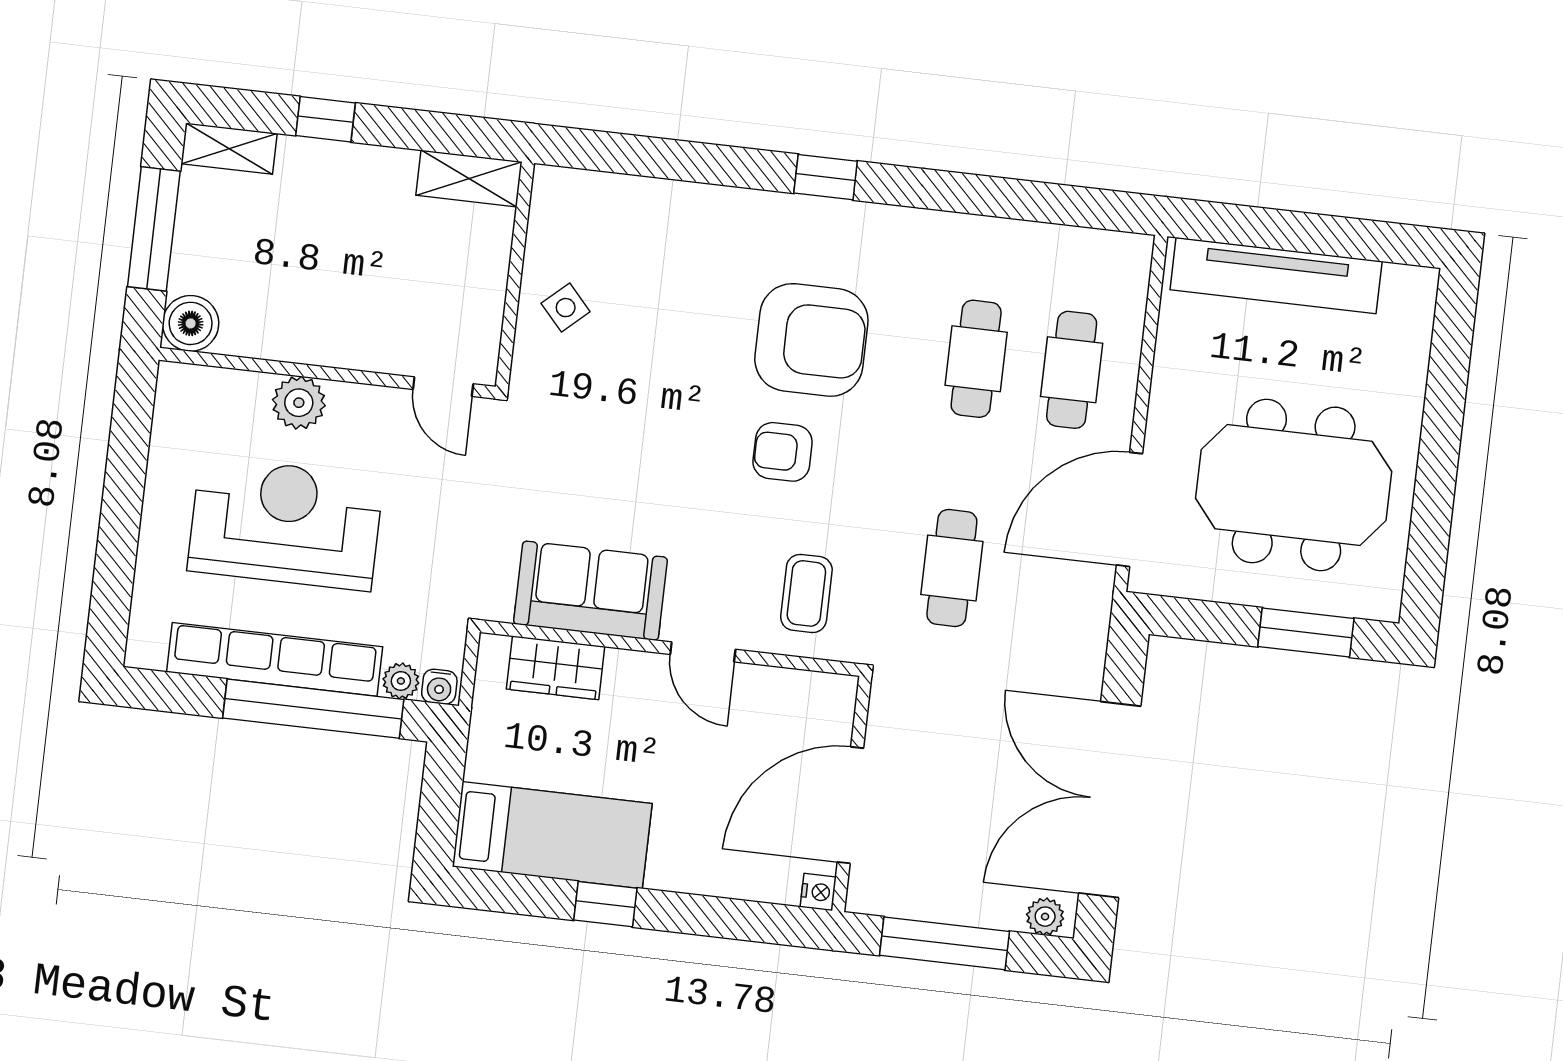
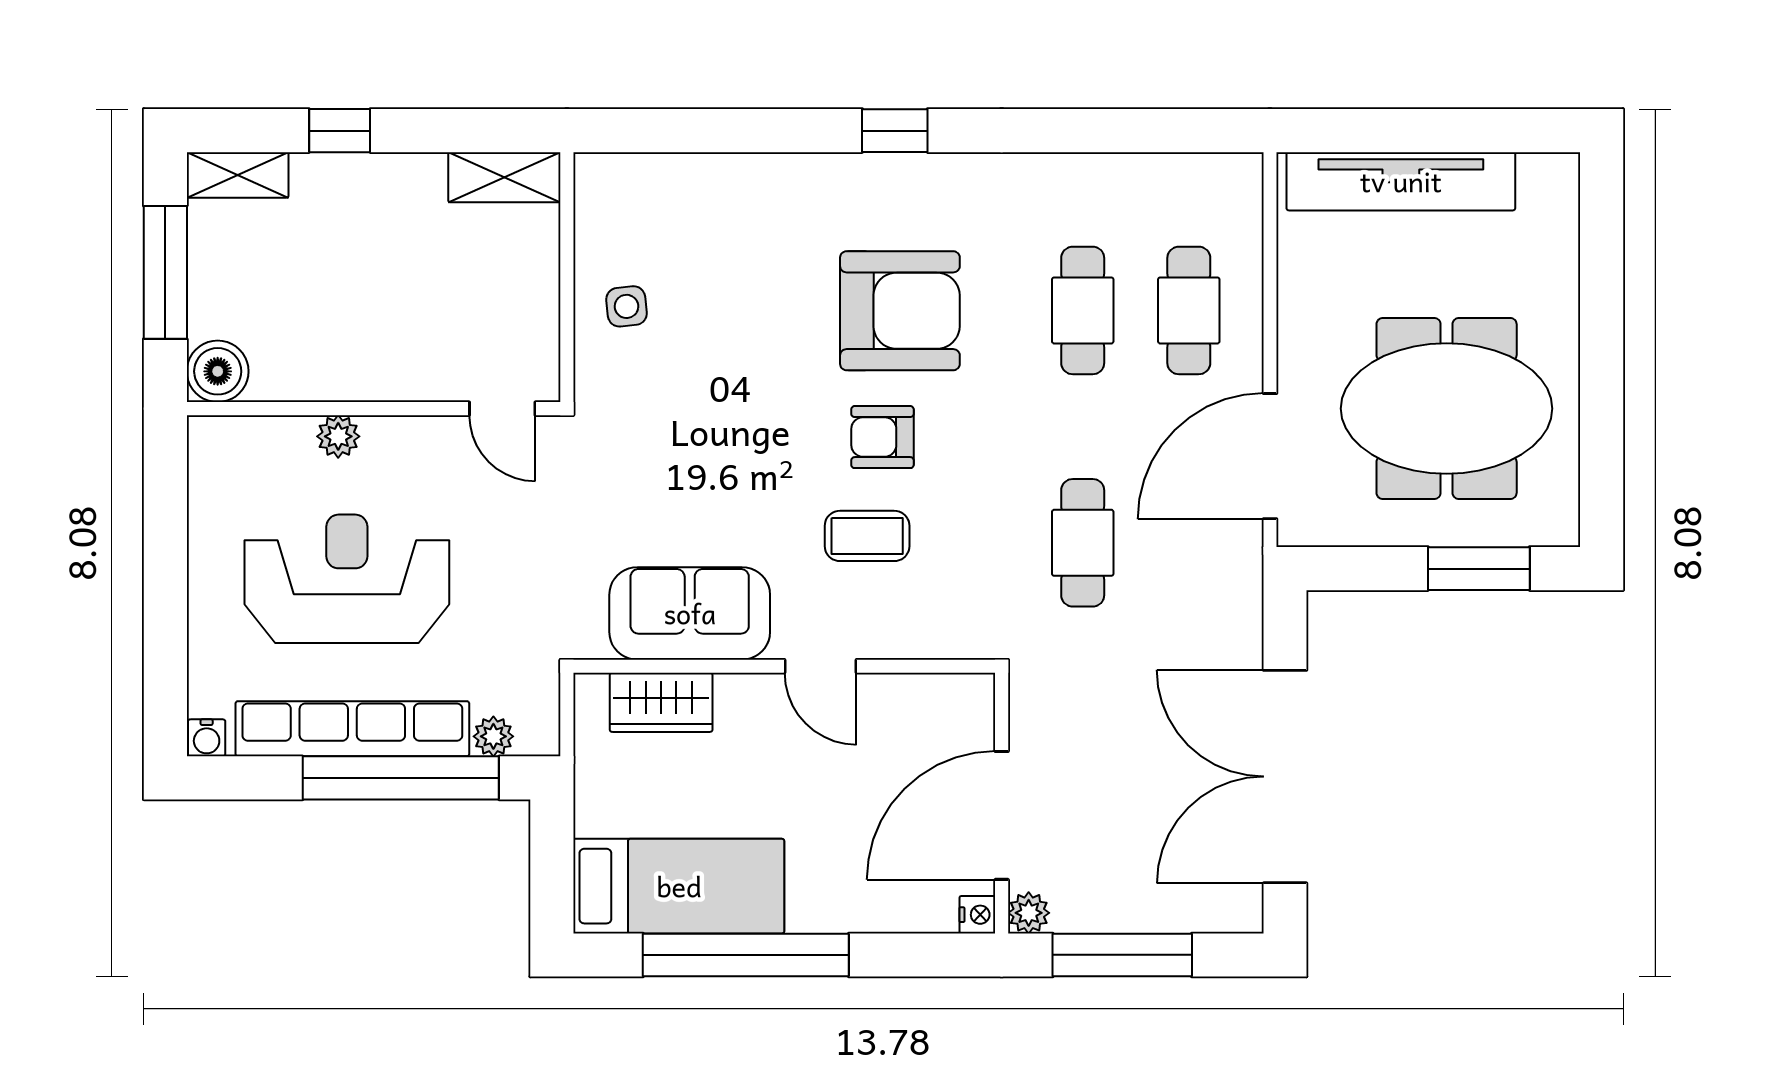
side table: (566, 308) -> (627, 306), turned 36
plant: (299, 403) -> (338, 436), width x0.73, depth x0.73
coffee table: (806, 593) -> (867, 536), moved, turned 90
water cooler: (439, 687) -> (207, 738), moved
window: (605, 904) -> (746, 955), width x3.17
plant: (1045, 917) -> (1029, 913), moved

